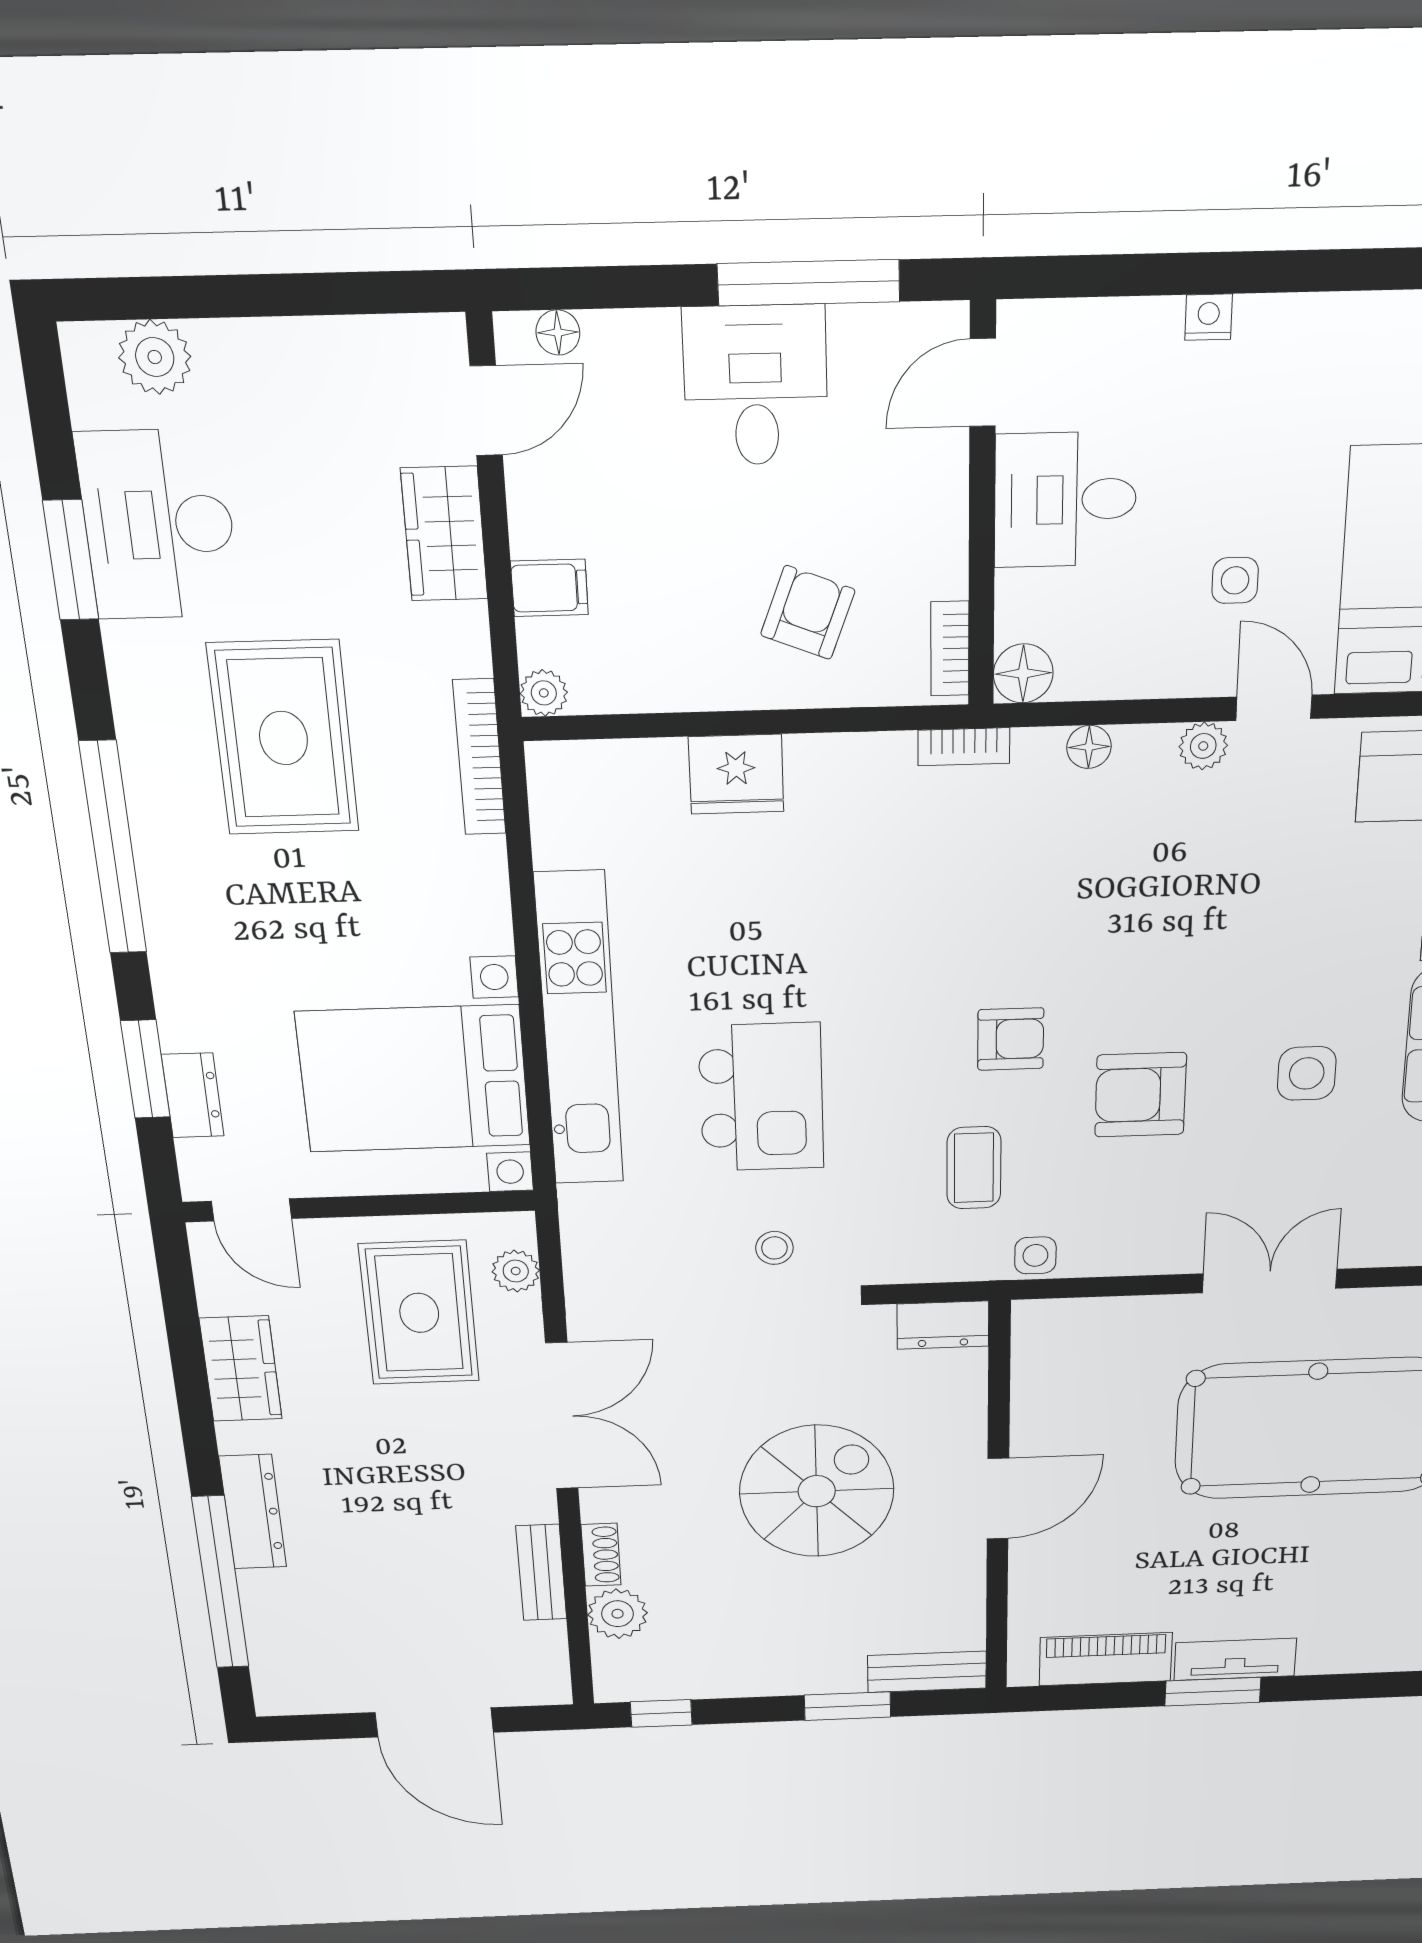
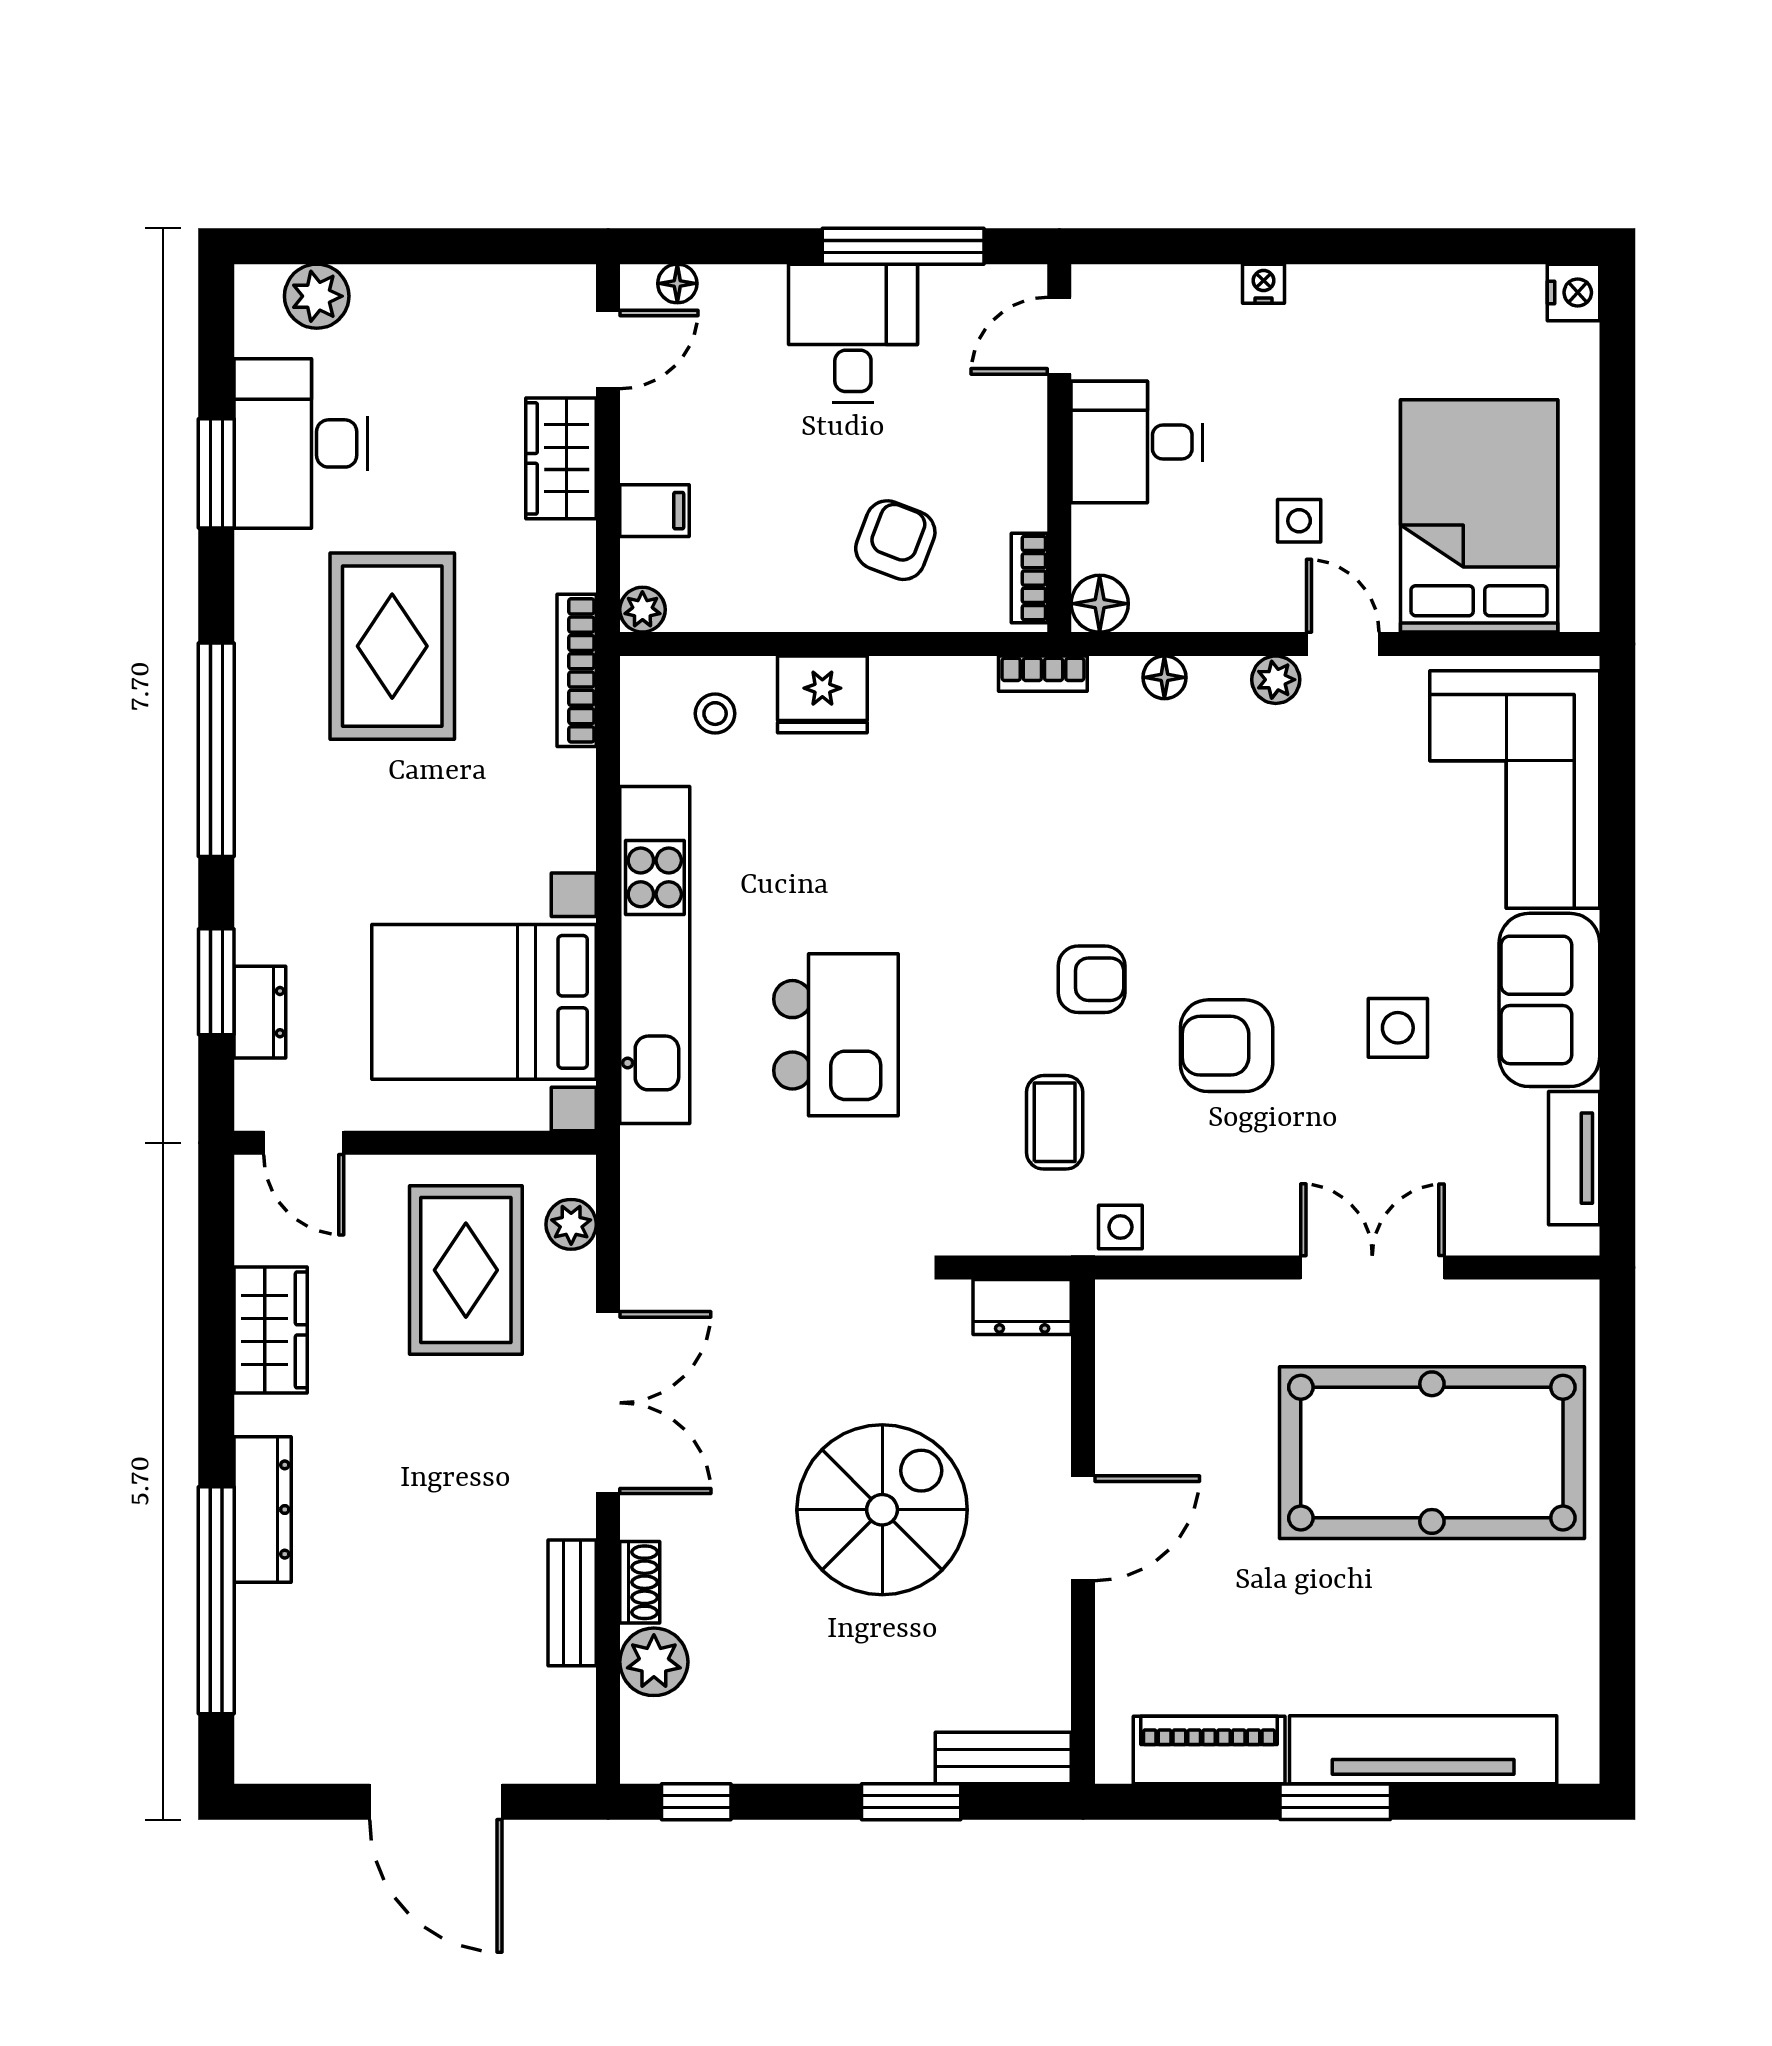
stool: (774, 1248) -> (715, 714), moved
tv unit: (1235, 1659) -> (1423, 1750), width x1.92, depth x1.29

